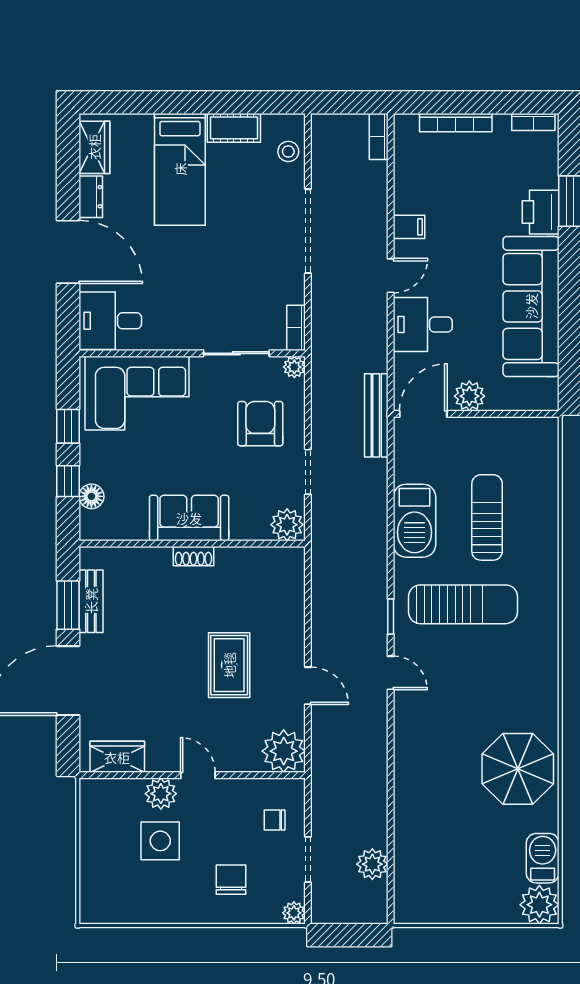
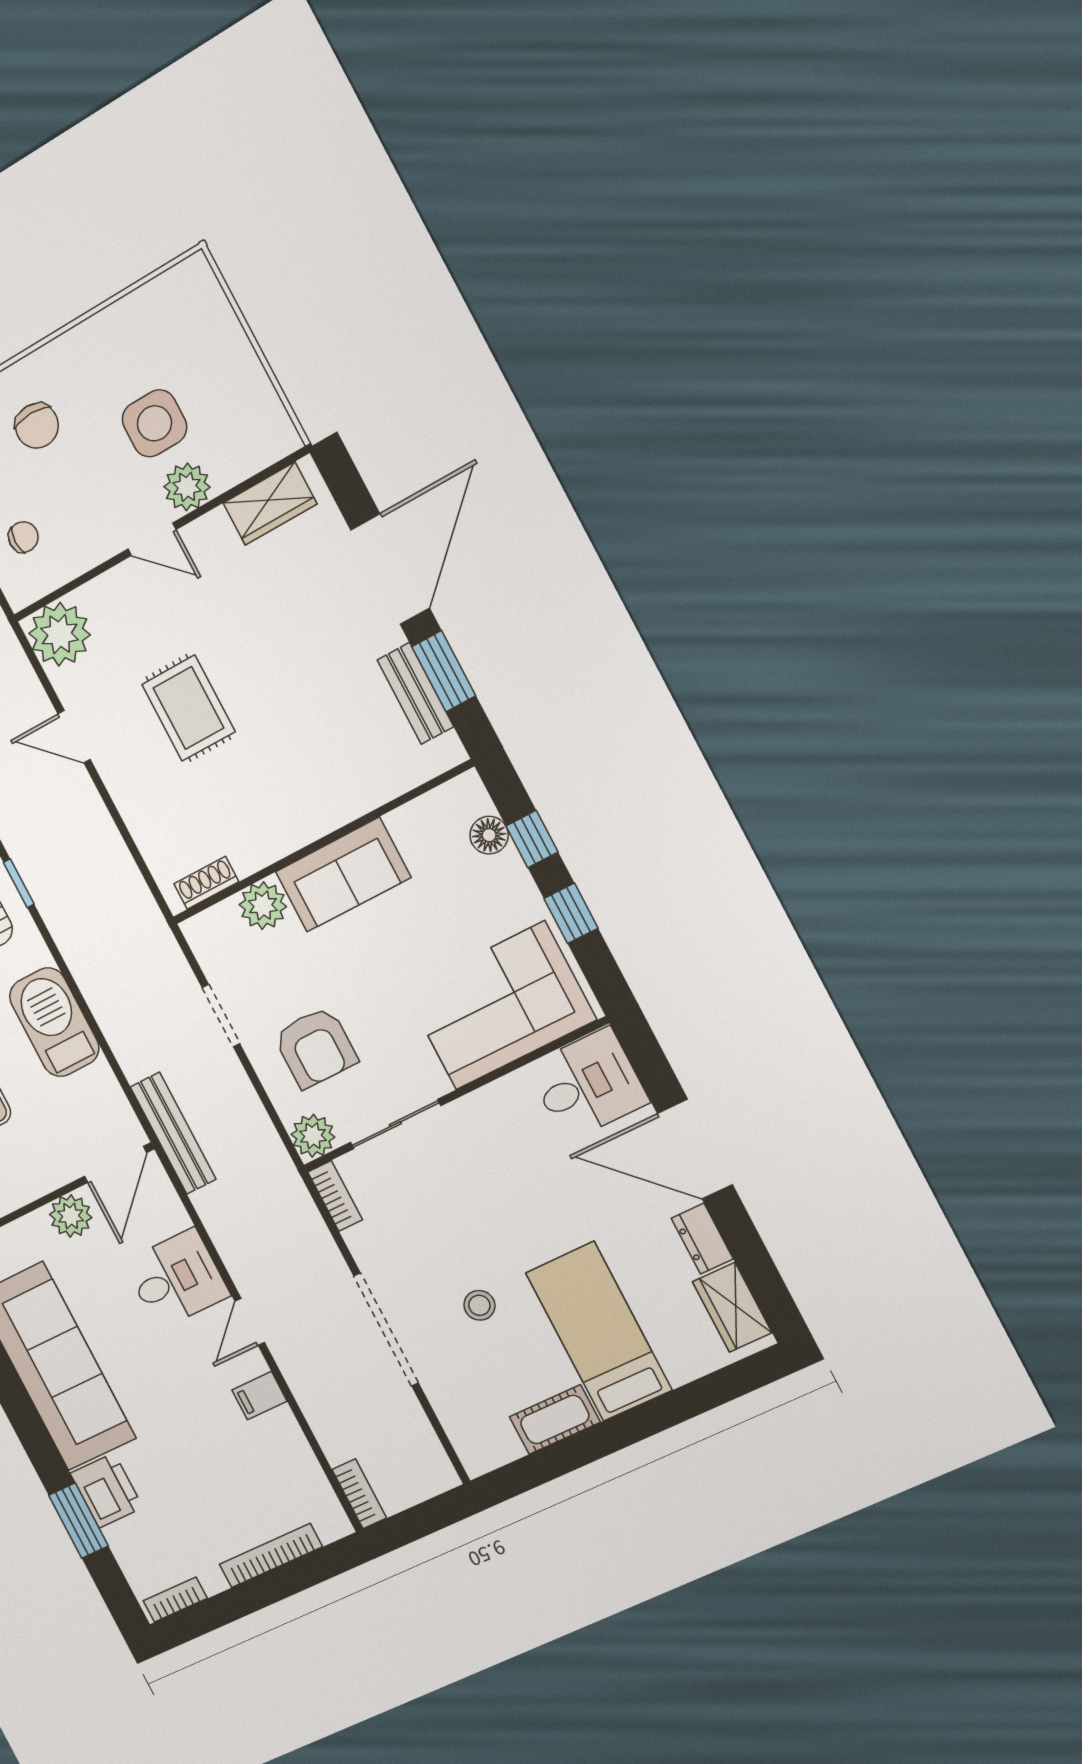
stool: (288, 151) -> (479, 1305), moved
plant: (294, 367) -> (313, 1136), width x1.38, depth x1.38
plant: (287, 525) -> (263, 906), moved
shoe rack: (193, 556) -> (206, 883), moved

